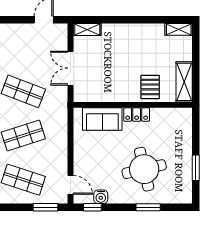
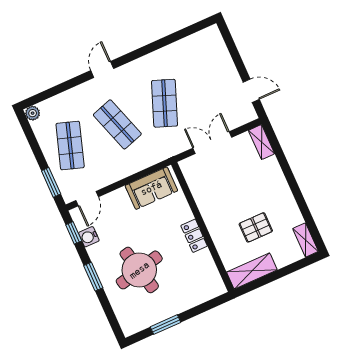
pallet: (150, 87) -> (256, 227), moved
sofa: (102, 119) -> (151, 188), moved, turned -90
window: (148, 207) -> (93, 277), moved

